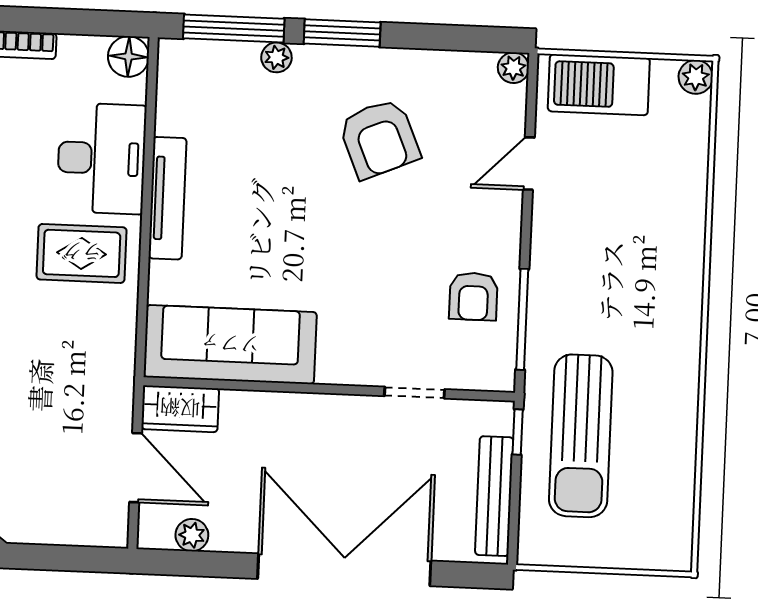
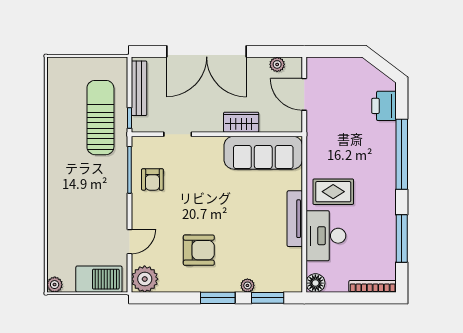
window: (234, 29) -> (268, 298), width x0.69
plant: (513, 68) -> (145, 279), width x1.88, depth x1.88
armchair: (379, 139) -> (199, 250), turned 113
armchair: (473, 296) -> (152, 179), turned 180
wardrobe: (180, 409) -> (241, 122), moved

